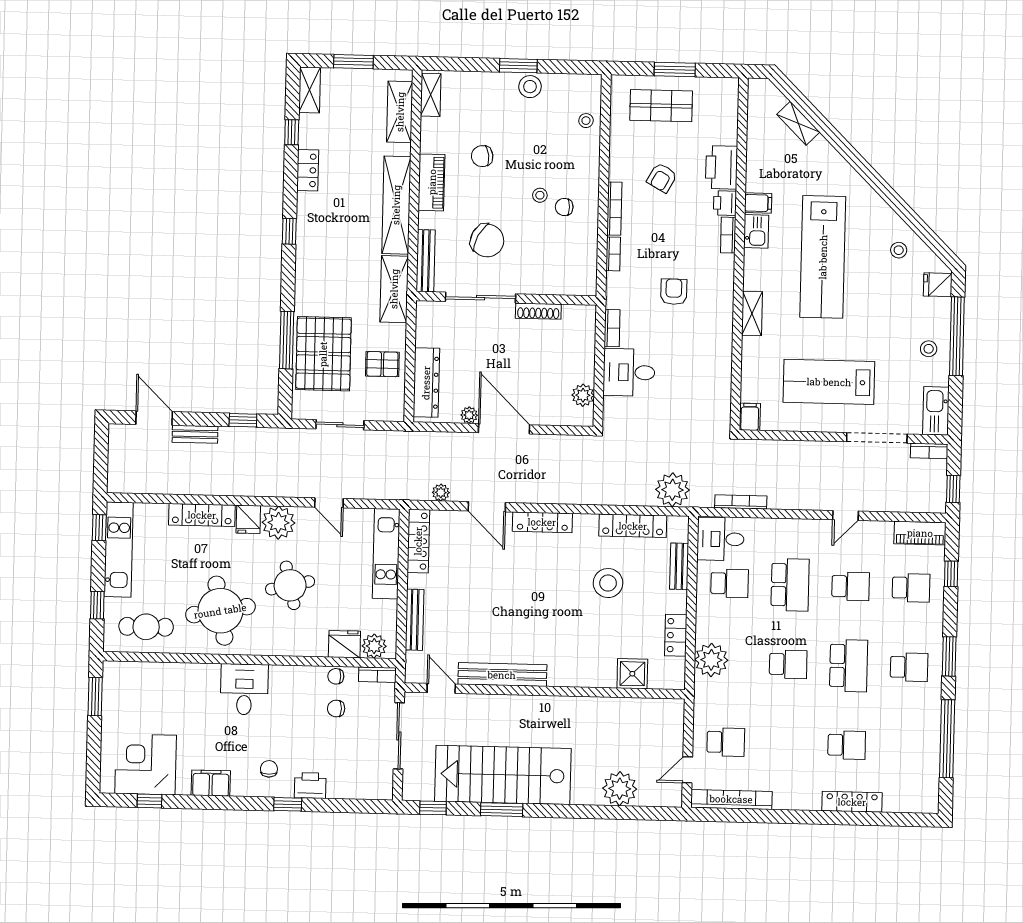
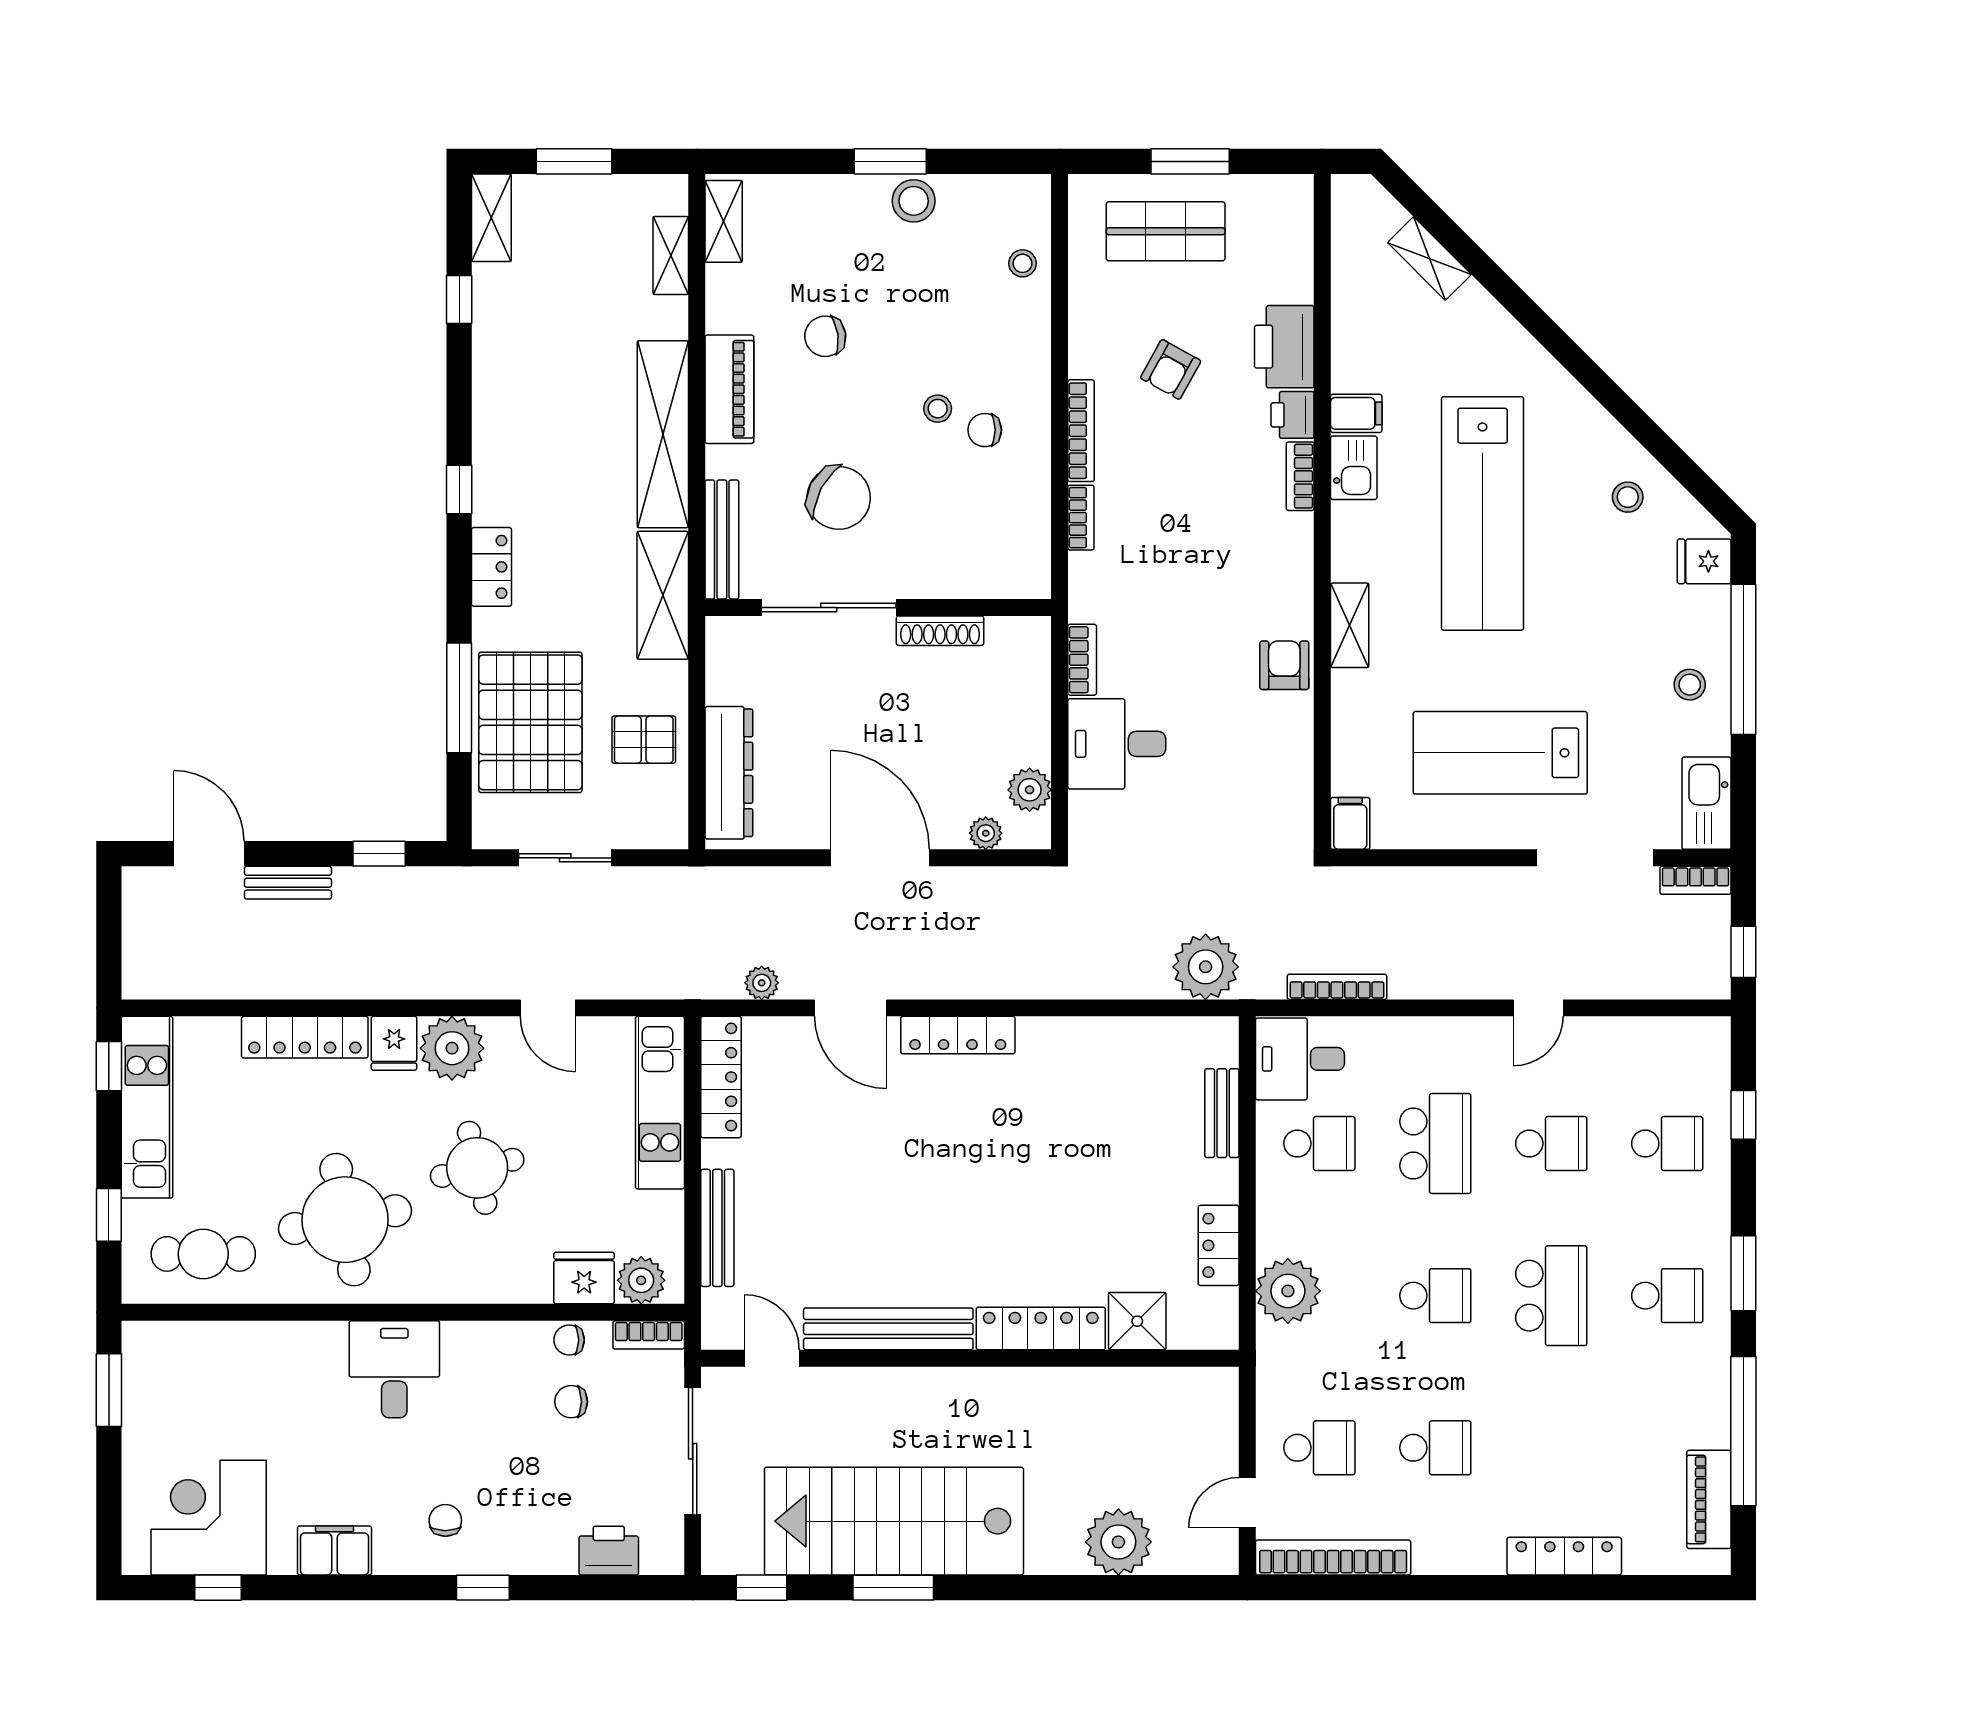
shelving: (400, 112) -> (671, 255), width x0.67, depth x0.75
locker: (308, 170) -> (492, 567), moved
armchair: (674, 292) -> (1284, 665), moved
plant: (469, 415) -> (986, 833), moved
locker: (633, 526) -> (1041, 1329), moved, turned 180
piano: (920, 533) -> (1709, 1499), moved, turned 90
stool: (608, 583) -> (1086, 1149), removed
school desk: (847, 745) -> (1435, 1448), moved
printer: (310, 786) -> (609, 1551), moved

